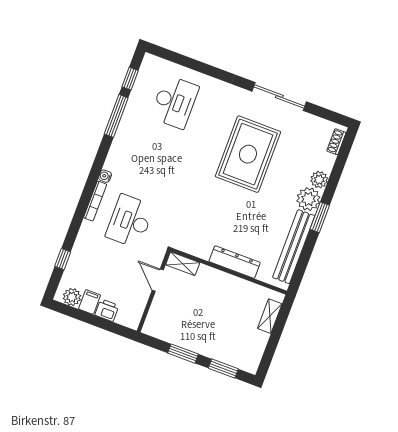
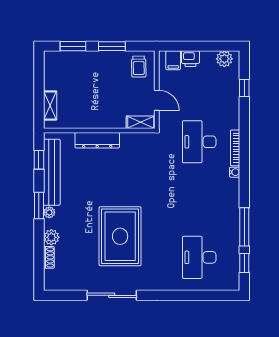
shoe rack: (336, 142) -> (49, 257), moved
plant: (308, 199) -> (49, 212), width x0.53, depth x0.53
desk: (130, 221) -> (199, 142), turned 180
window: (302, 264) -> (39, 160), added
filing cabinet: (90, 302) -> (173, 60), moved
trolley: (163, 322) -> (139, 67), added

